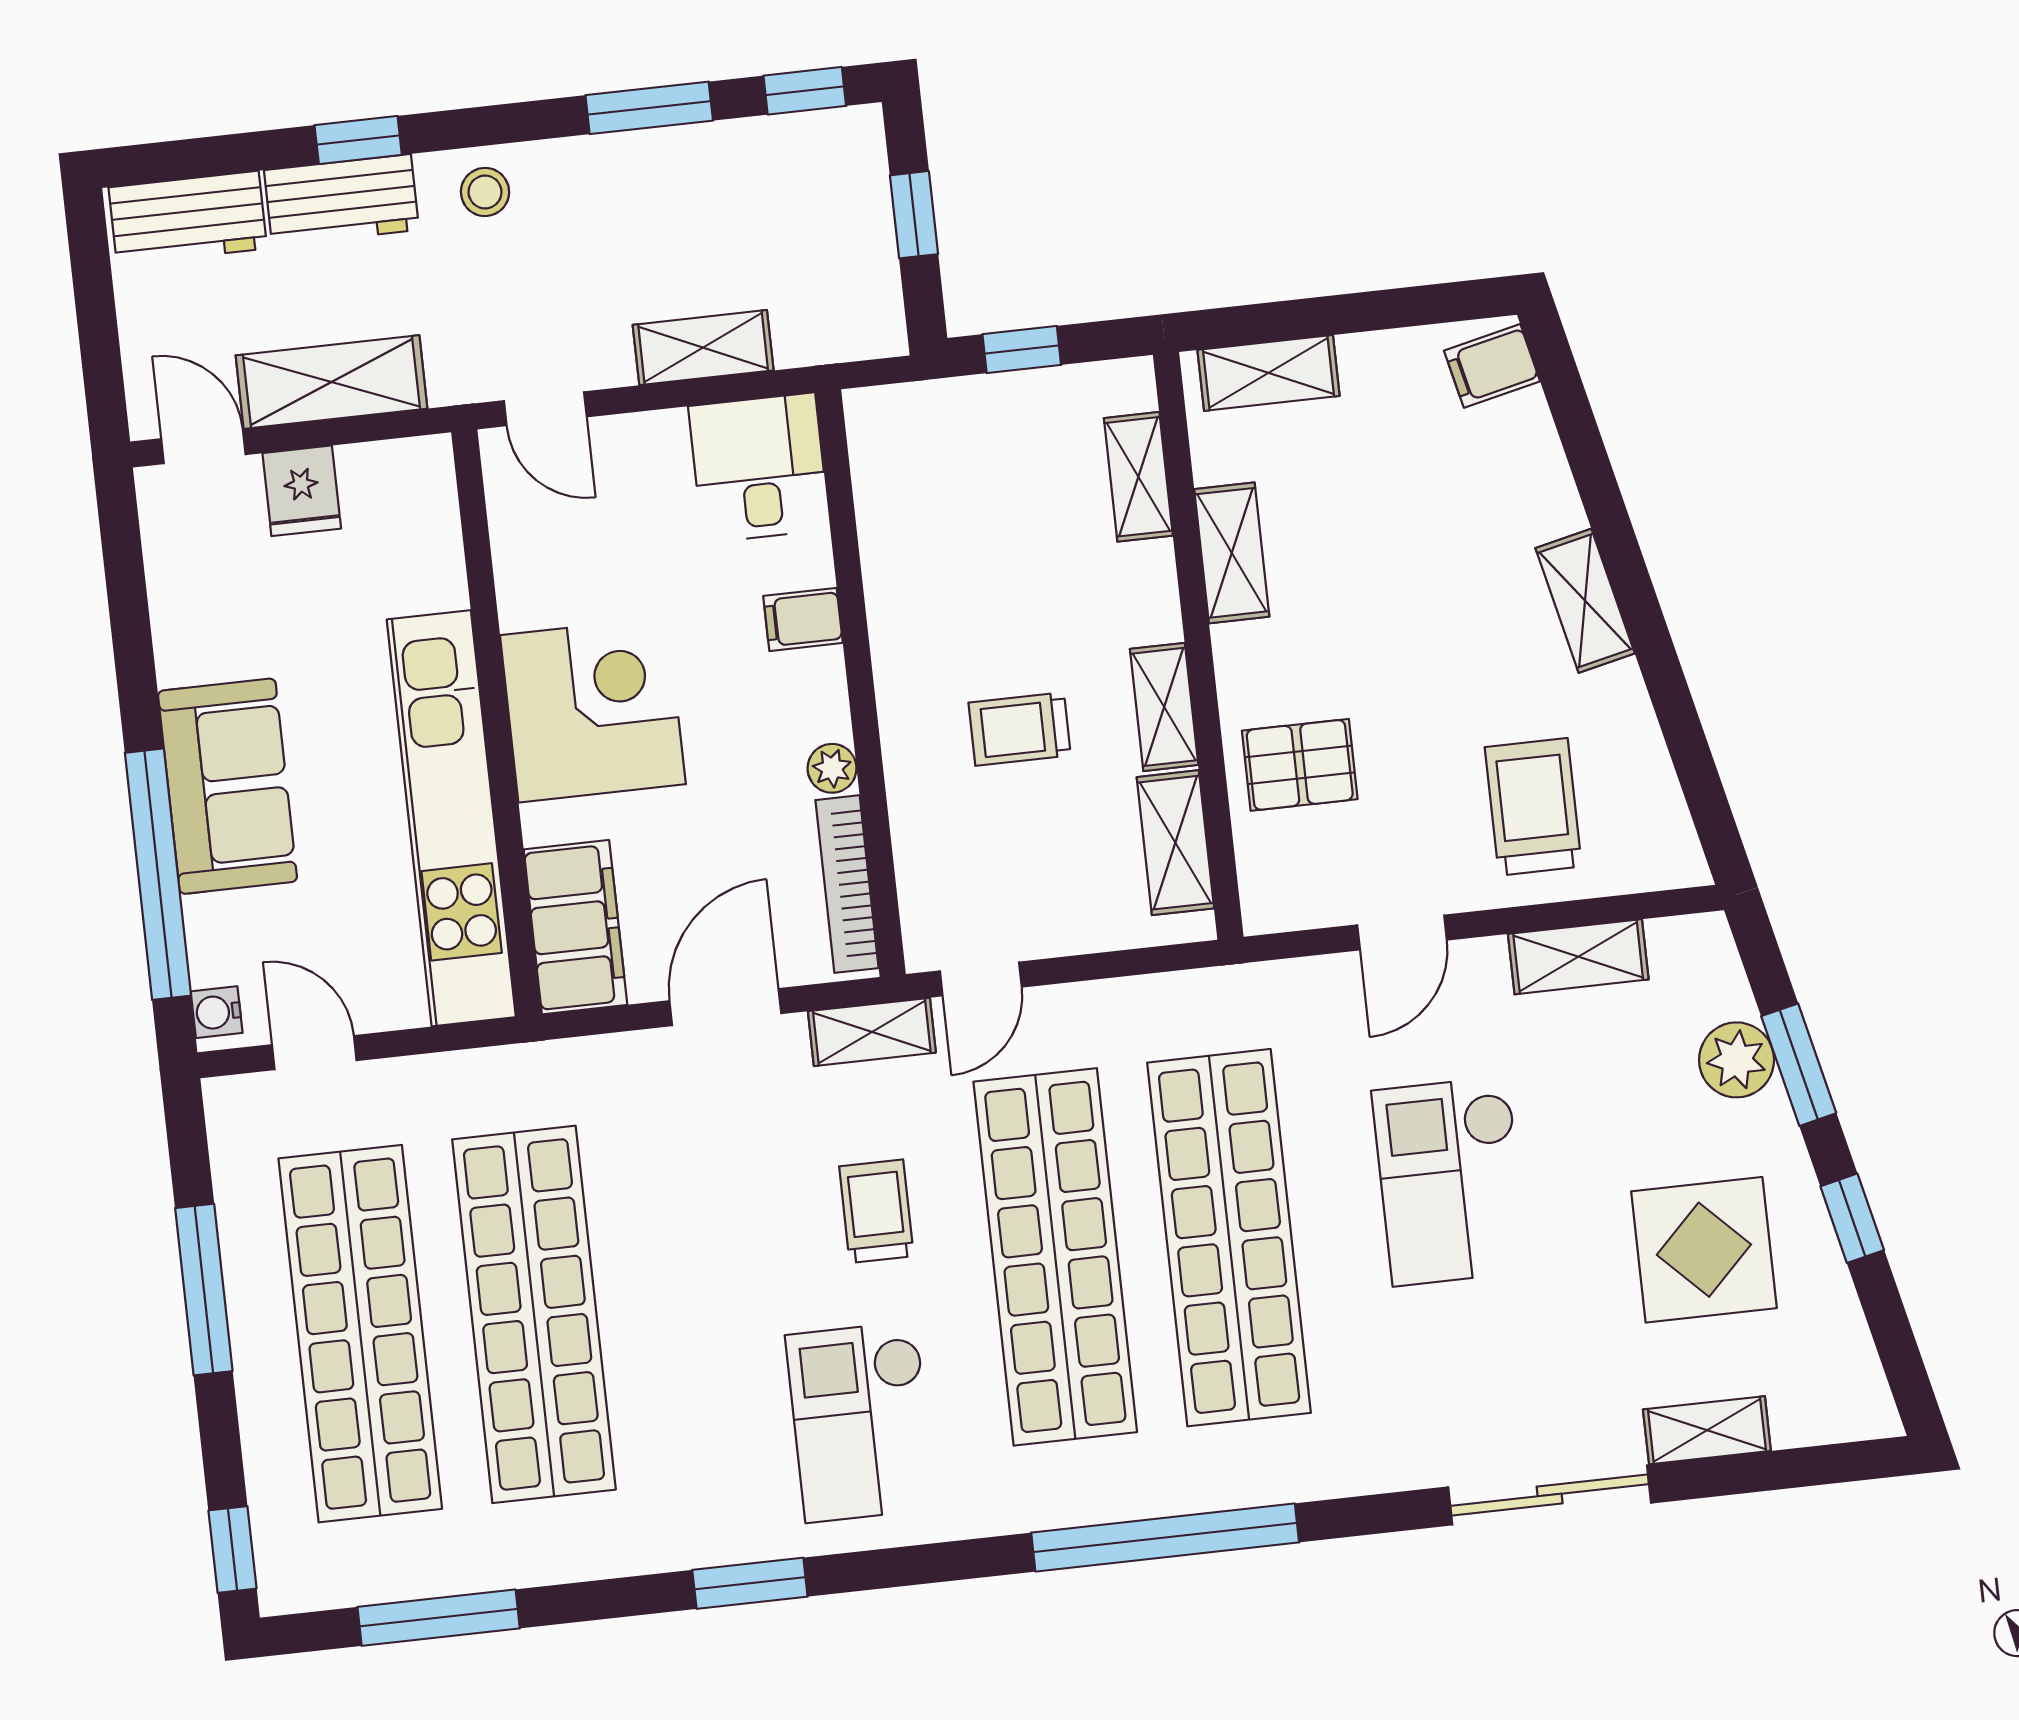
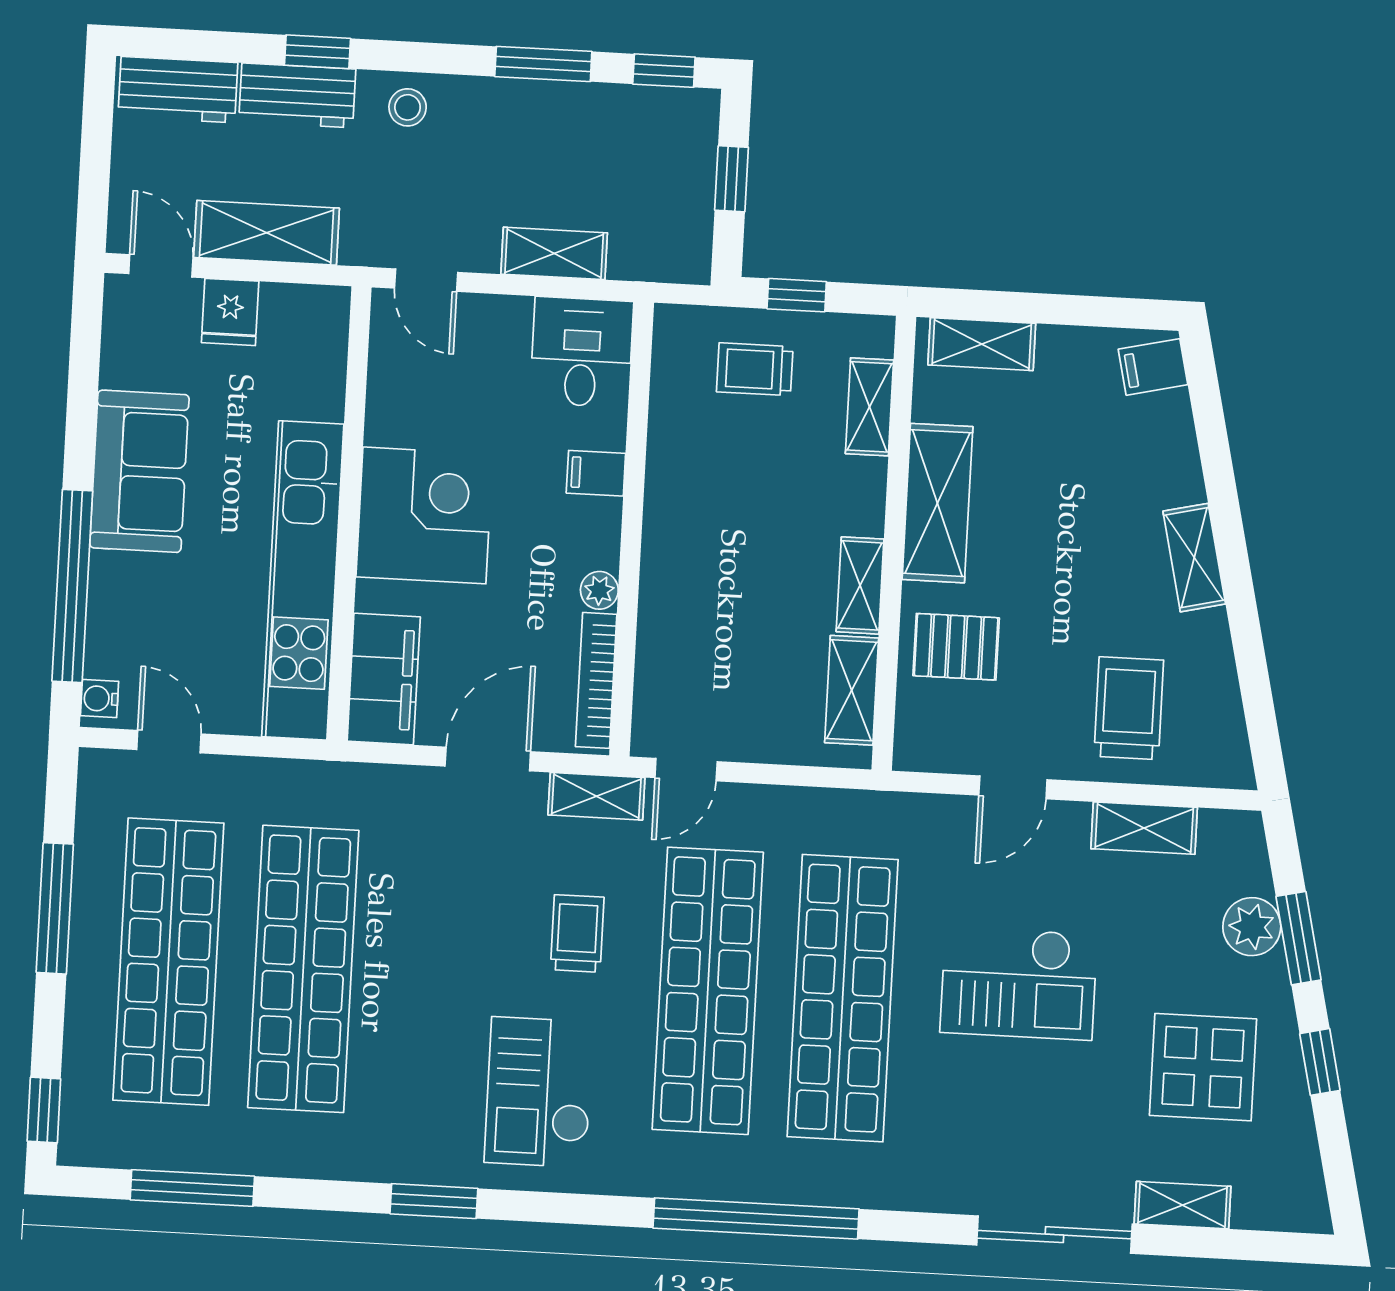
shelving: (1232, 553) -> (937, 503), width x1.50, depth x1.33
trolley: (1020, 729) -> (755, 369), moved
sofa: (228, 786) -> (139, 471), moved
checkout: (1451, 1181) -> (1019, 983), turned -90

